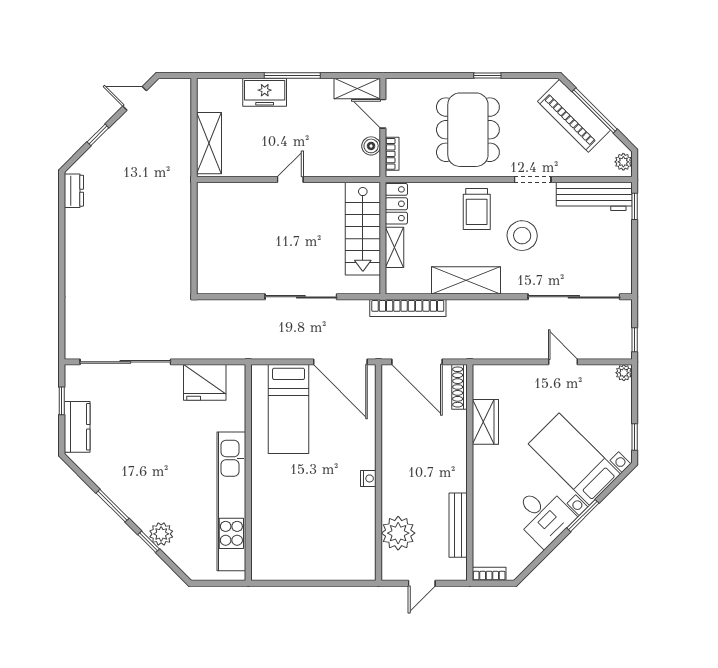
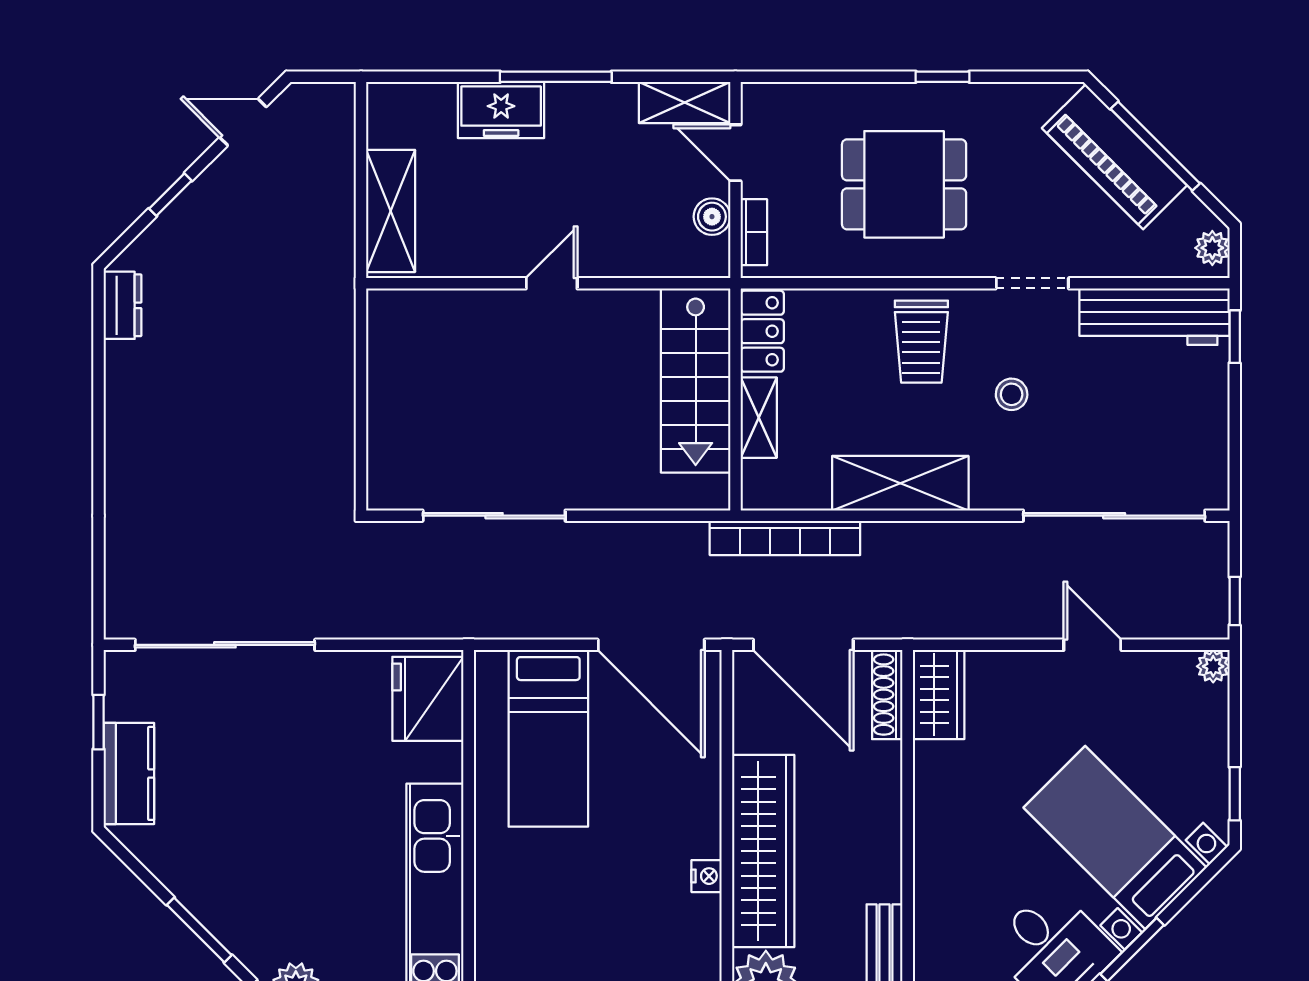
dining table: (468, 130) -> (904, 184), width x0.73
stool: (522, 236) -> (1012, 394), width x0.53, depth x0.53
sliding door: (301, 297) -> (494, 516), moved
fridge: (205, 382) -> (428, 699), moved, turned 90
wardrobe: (485, 422) -> (939, 695), moved
wardrobe: (397, 466) -> (763, 851), added

